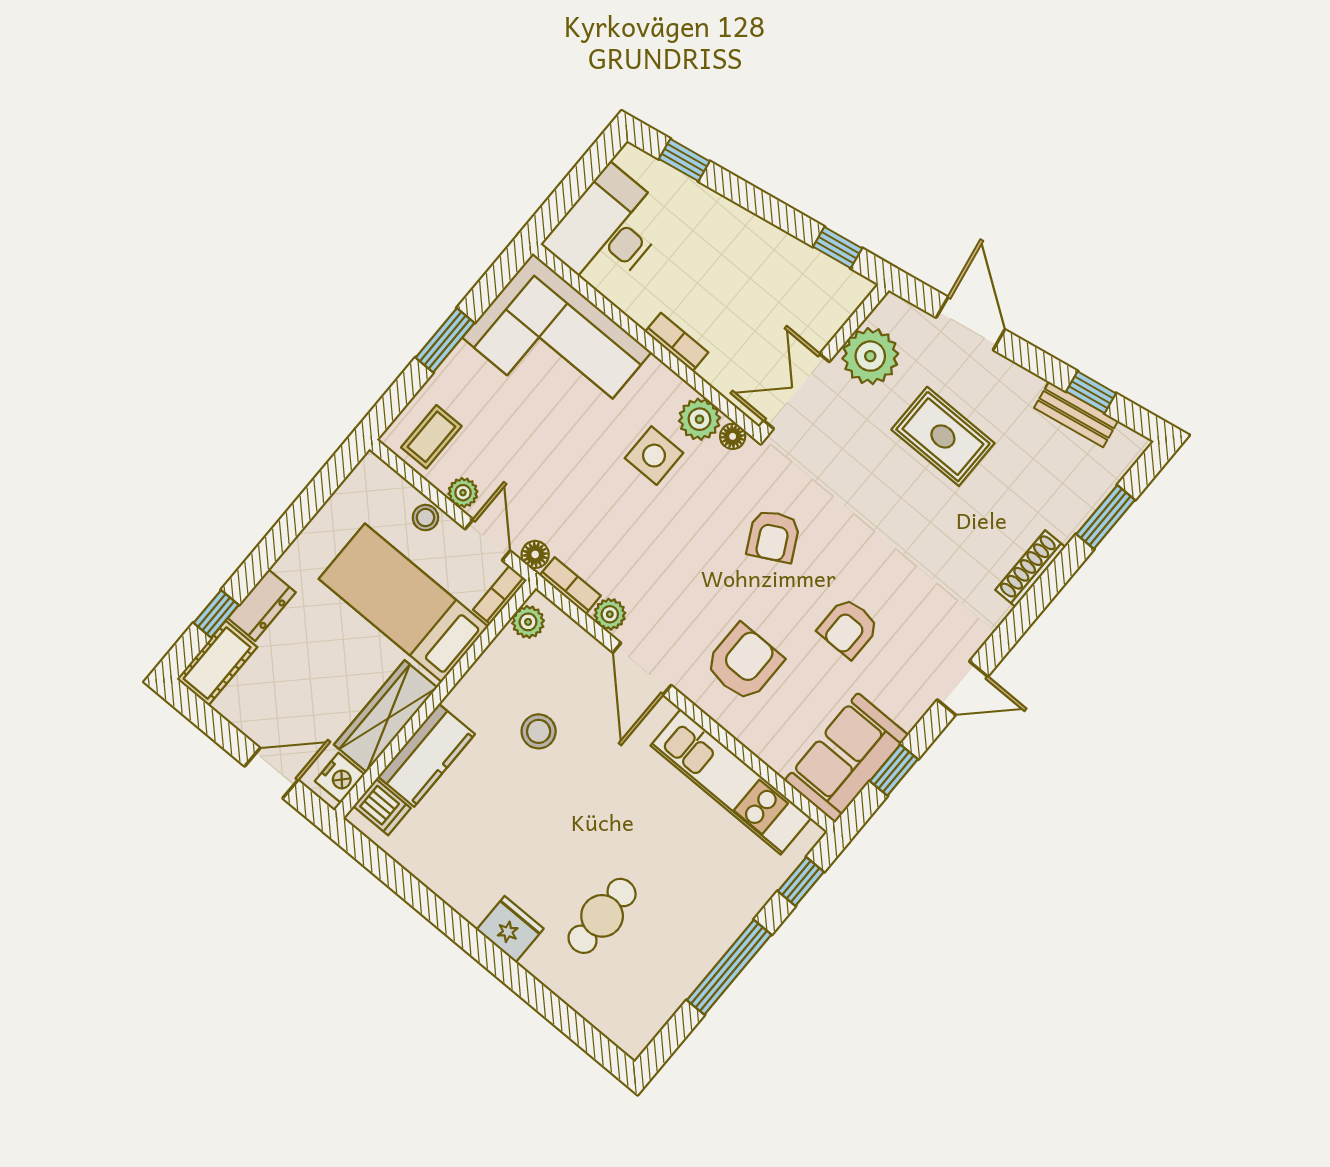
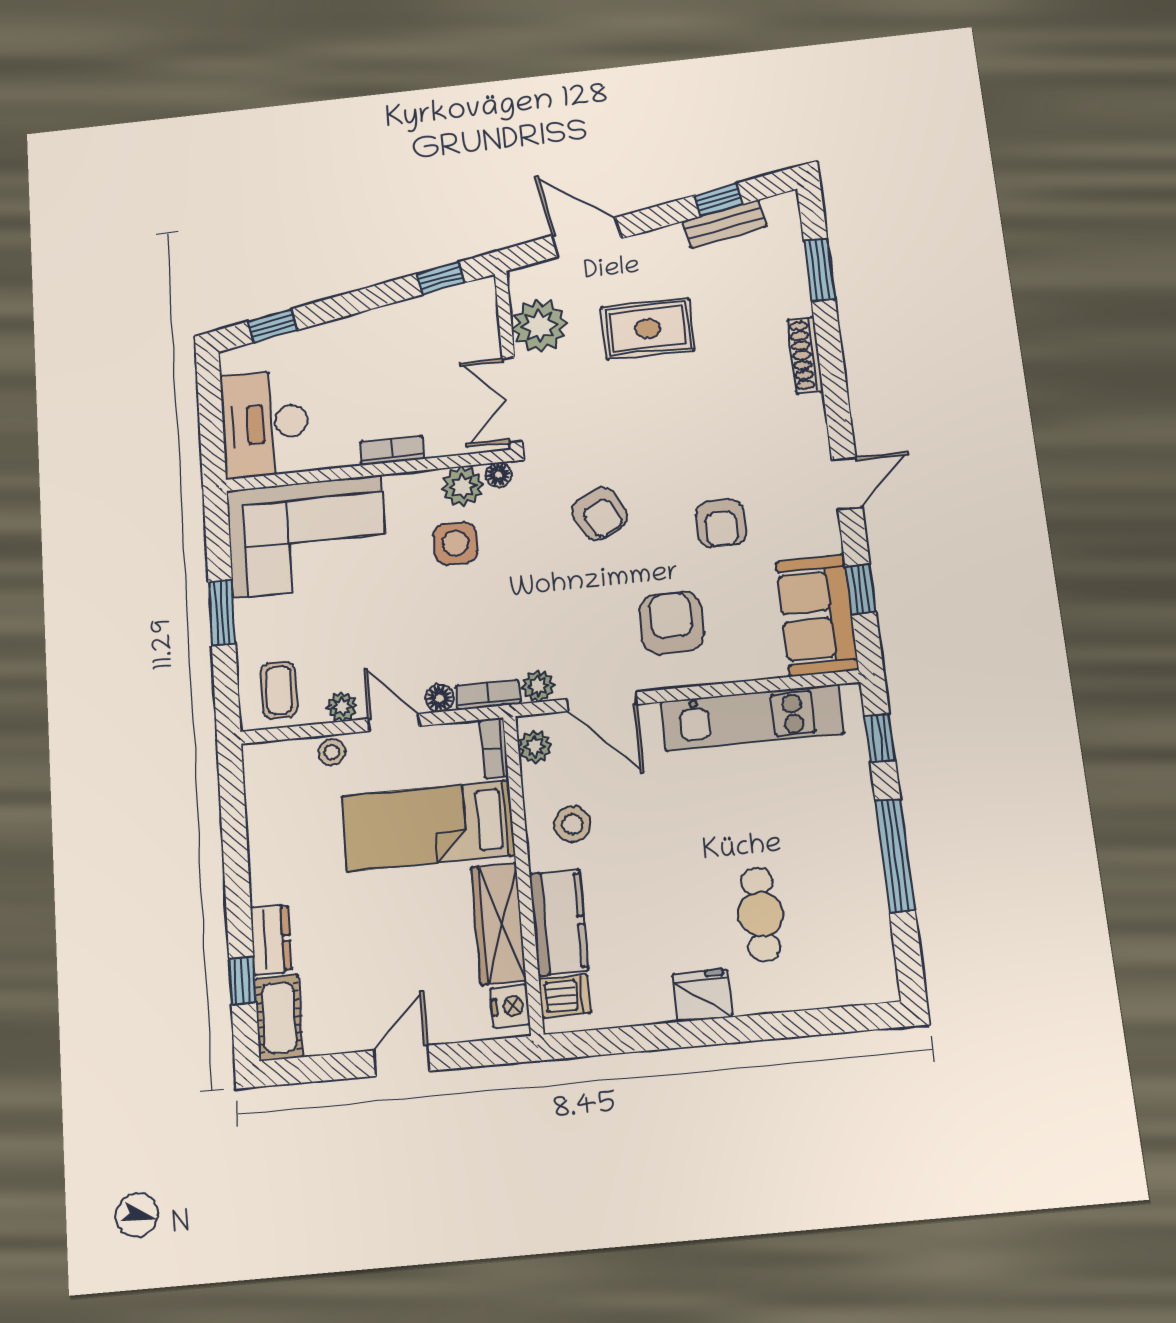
bookcase: (500, 595) -> (494, 748), moved
bed: (403, 603) -> (428, 826), moved
plant: (528, 622) -> (535, 747), moved
wall: (435, 699) -> (523, 873), moved
wardrobe: (386, 716) -> (499, 924), moved
kitchen counter: (426, 755) -> (559, 922), moved
nightstand: (340, 778) -> (510, 1006), moved
dishwasher: (382, 807) -> (565, 996), moved

